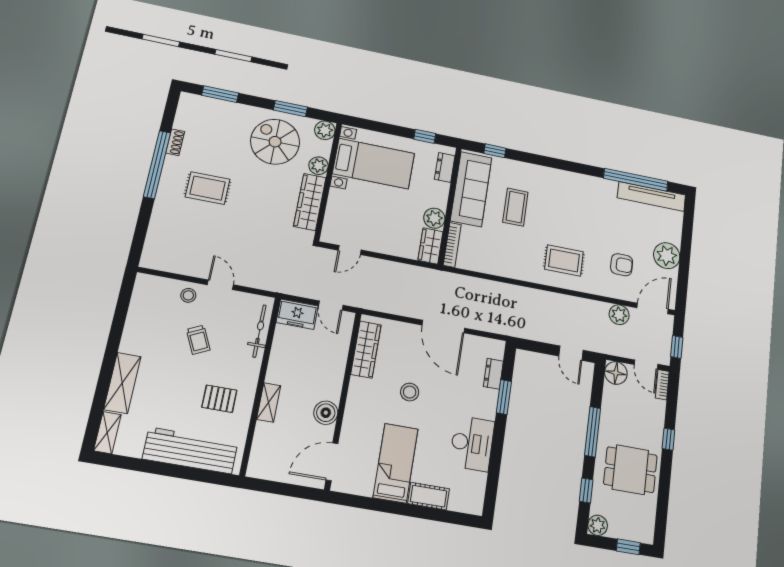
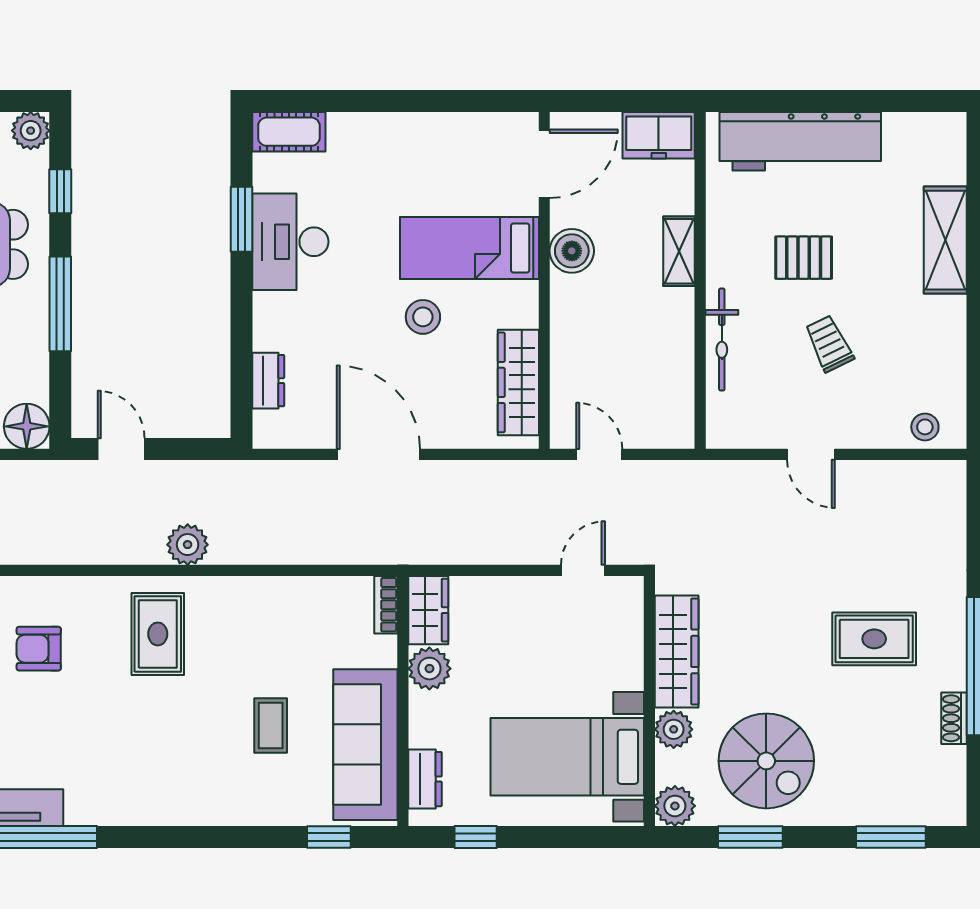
coffee table: (515, 207) -> (271, 725), width x0.73, depth x0.77
bookcase: (452, 245) -> (386, 605), width x0.64
rug: (564, 260) -> (158, 634), turned 90
stool: (188, 295) -> (925, 427), moved
freezer: (297, 314) -> (659, 135), moved, turned 180
plant: (619, 315) -> (188, 545), moved
bicycle: (259, 331) -> (722, 340), moved
window: (504, 397) -> (242, 219), moved
pallet: (219, 399) -> (804, 258), moved
shelving: (107, 433) -> (950, 148), removed
bed: (396, 463) -> (469, 248), moved, turned 90
cot: (429, 496) -> (289, 132), moved

